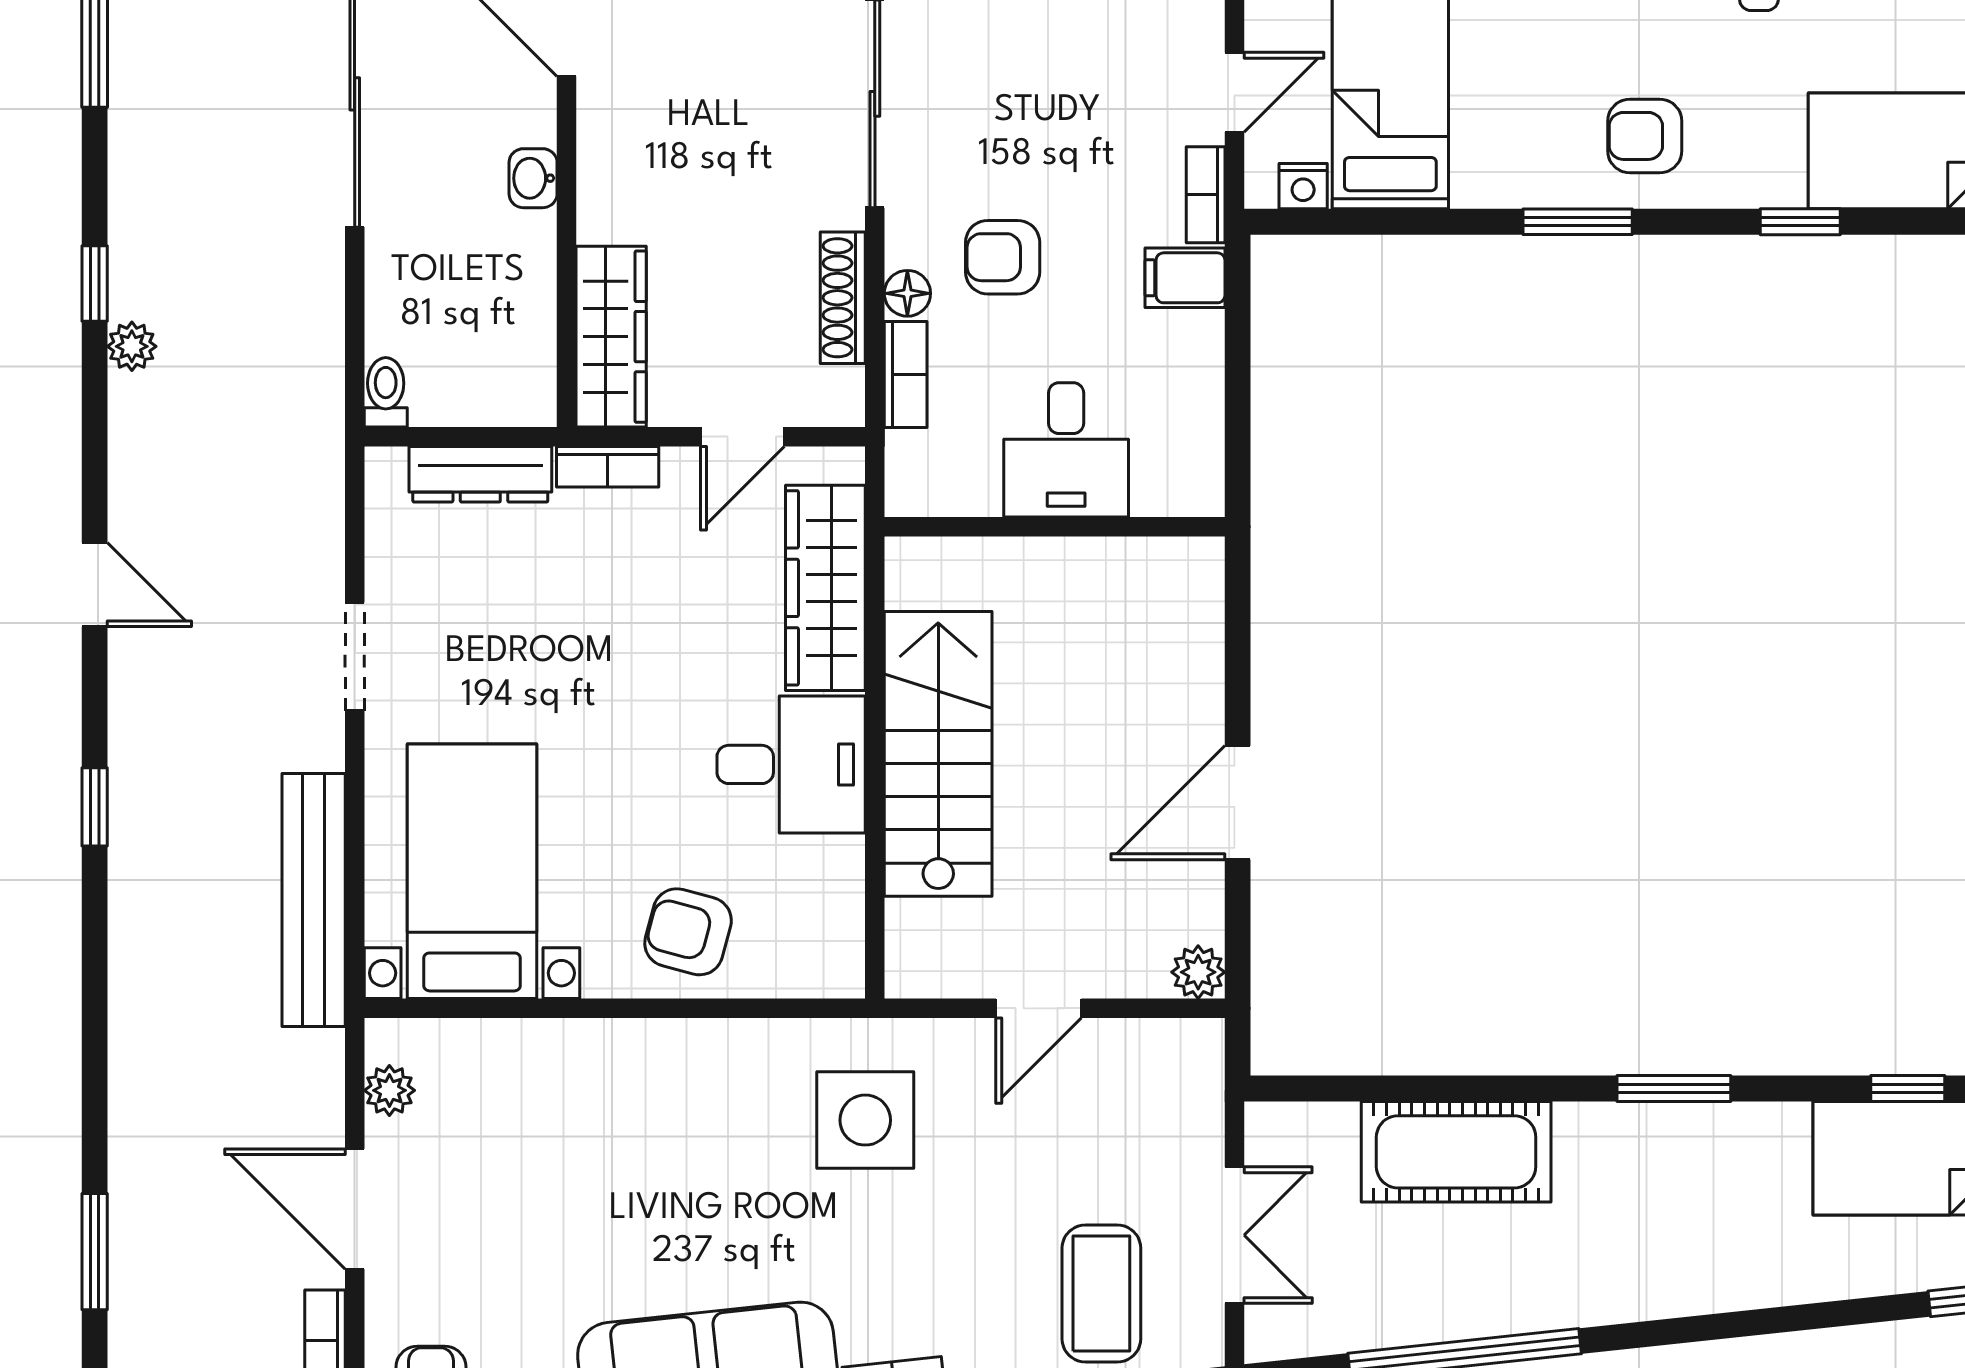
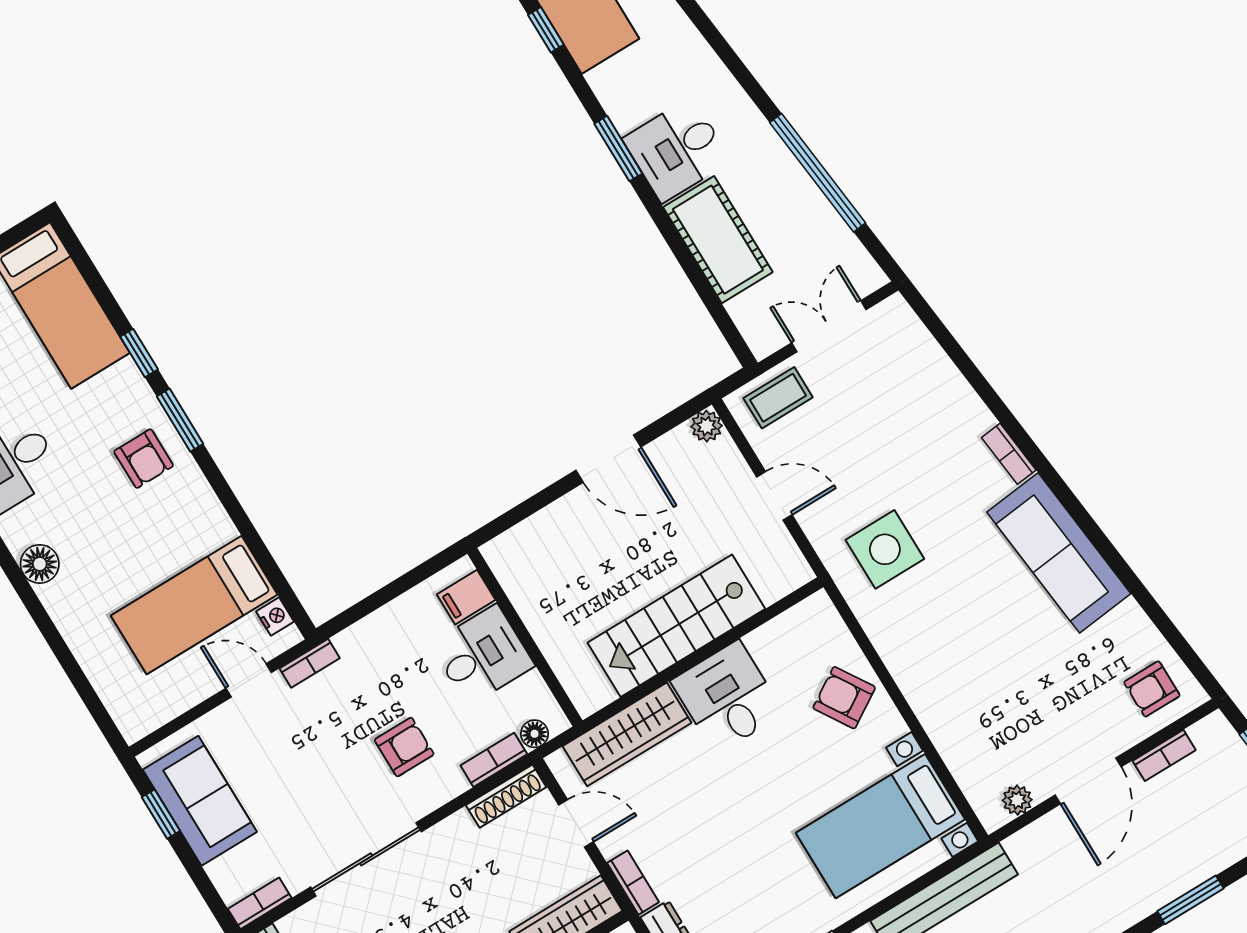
window: (1578, 222) -> (180, 420), moved
armchair: (1003, 257) -> (404, 747), turned -90
filing cabinet: (1185, 278) -> (466, 597), moved, turned 90
floor lamp: (907, 293) -> (535, 734), moved
shoe rack: (843, 298) -> (506, 796), moved
armchair: (688, 932) -> (844, 698), turned 133
desk: (1621, 1171) -> (677, 150), added
coffee table: (1101, 1293) -> (778, 398), moved, width x0.73, depth x0.77

